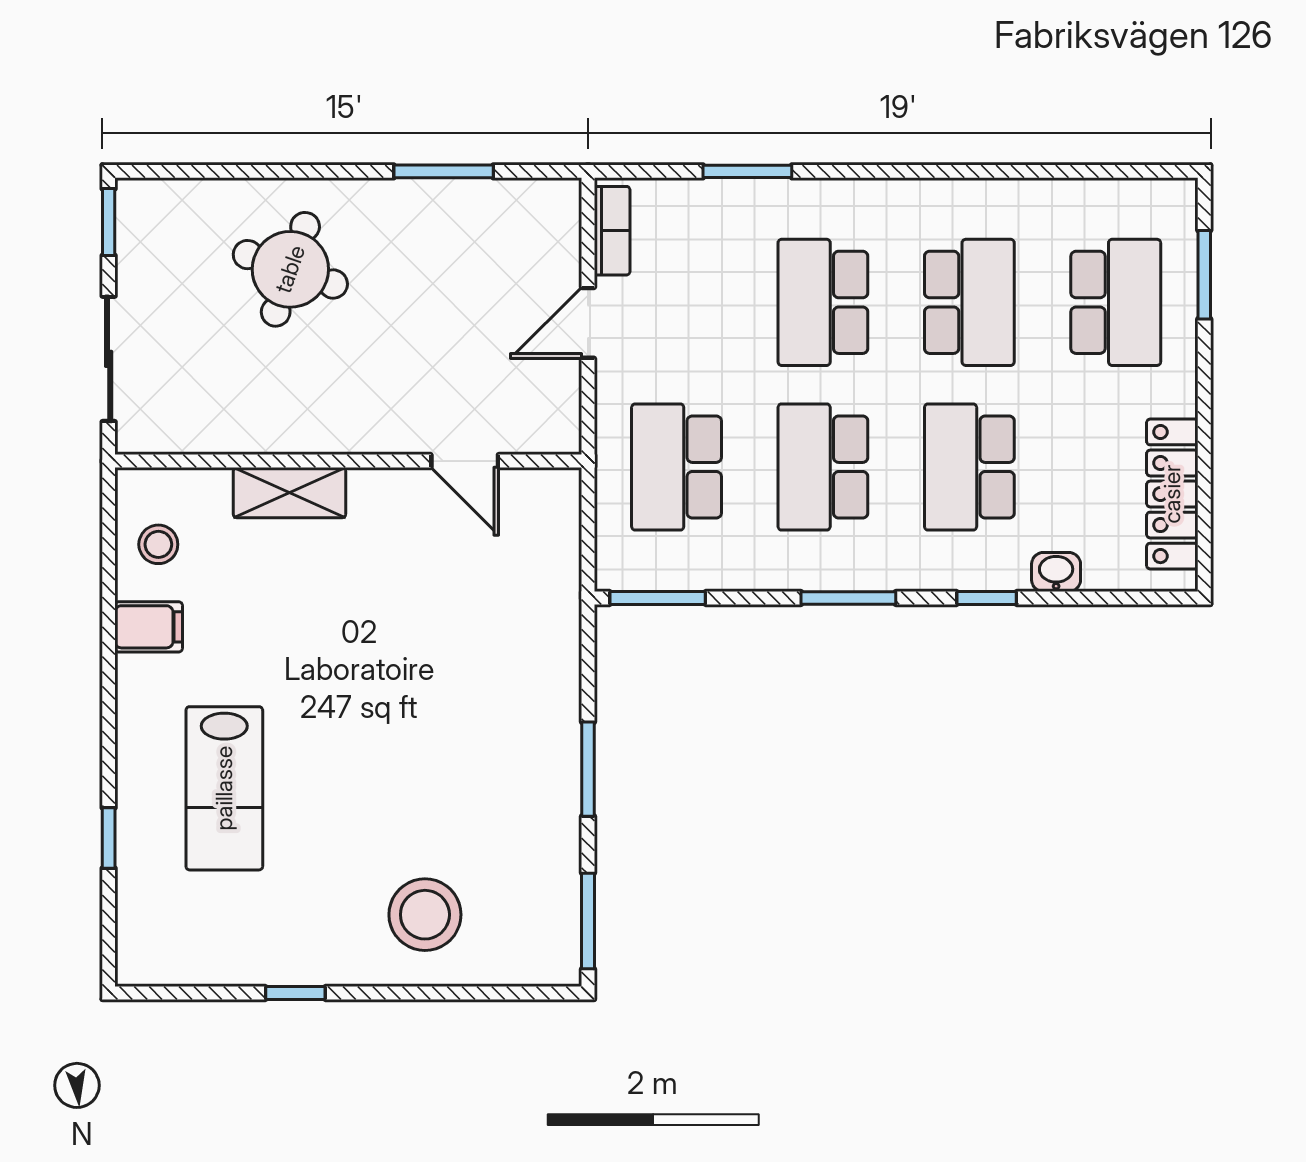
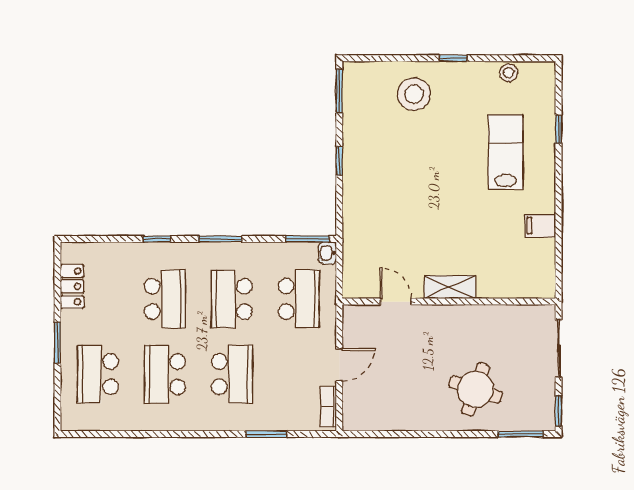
window: (444, 171) -> (521, 434), moved
window: (1204, 275) -> (57, 343), moved
school desk: (823, 467) -> (232, 299), turned 180
shelving: (289, 493) -> (450, 287), moved
locker: (1172, 494) -> (72, 287), width x0.66
stool: (158, 544) -> (509, 73), moved
washbasin: (1056, 572) -> (327, 253), moved, turned 90
window: (588, 769) -> (339, 161), width x0.67
window: (295, 993) -> (453, 58), moved

